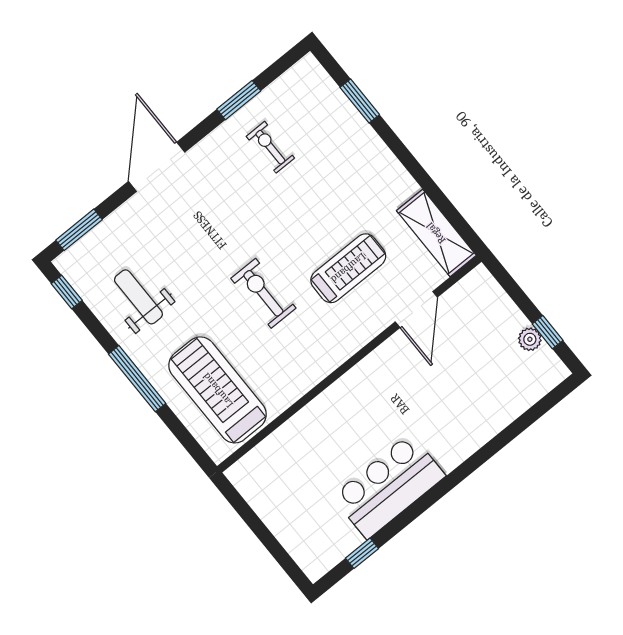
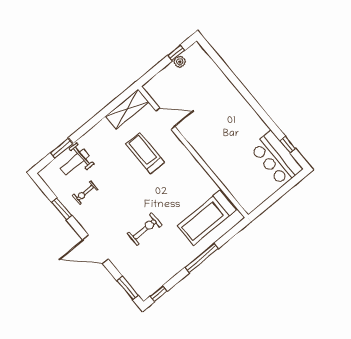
exercise bike: (263, 293) -> (145, 229), moved, turned 180
weight bench: (138, 297) -> (75, 162), moved
bar counter: (389, 486) -> (276, 158), moved

